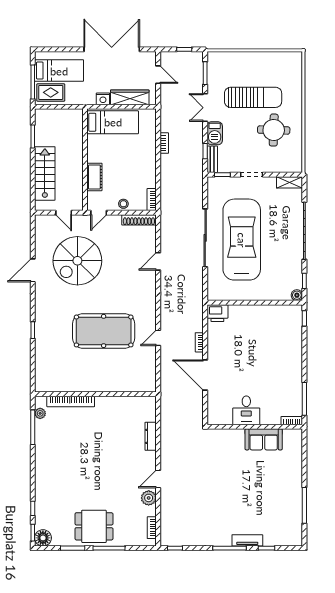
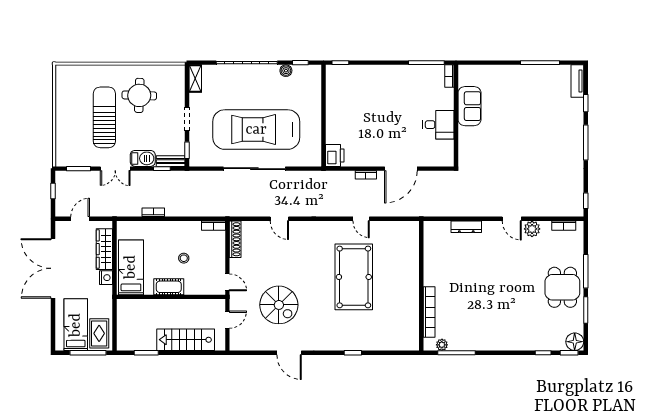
cot: (94, 177) -> (169, 287), moved
stool: (123, 204) -> (184, 258), moved
spiral stairs: (77, 261) -> (279, 305), width x0.73, depth x0.73
boiler: (297, 295) -> (286, 71), moved
tv unit: (247, 540) -> (577, 81), moved

